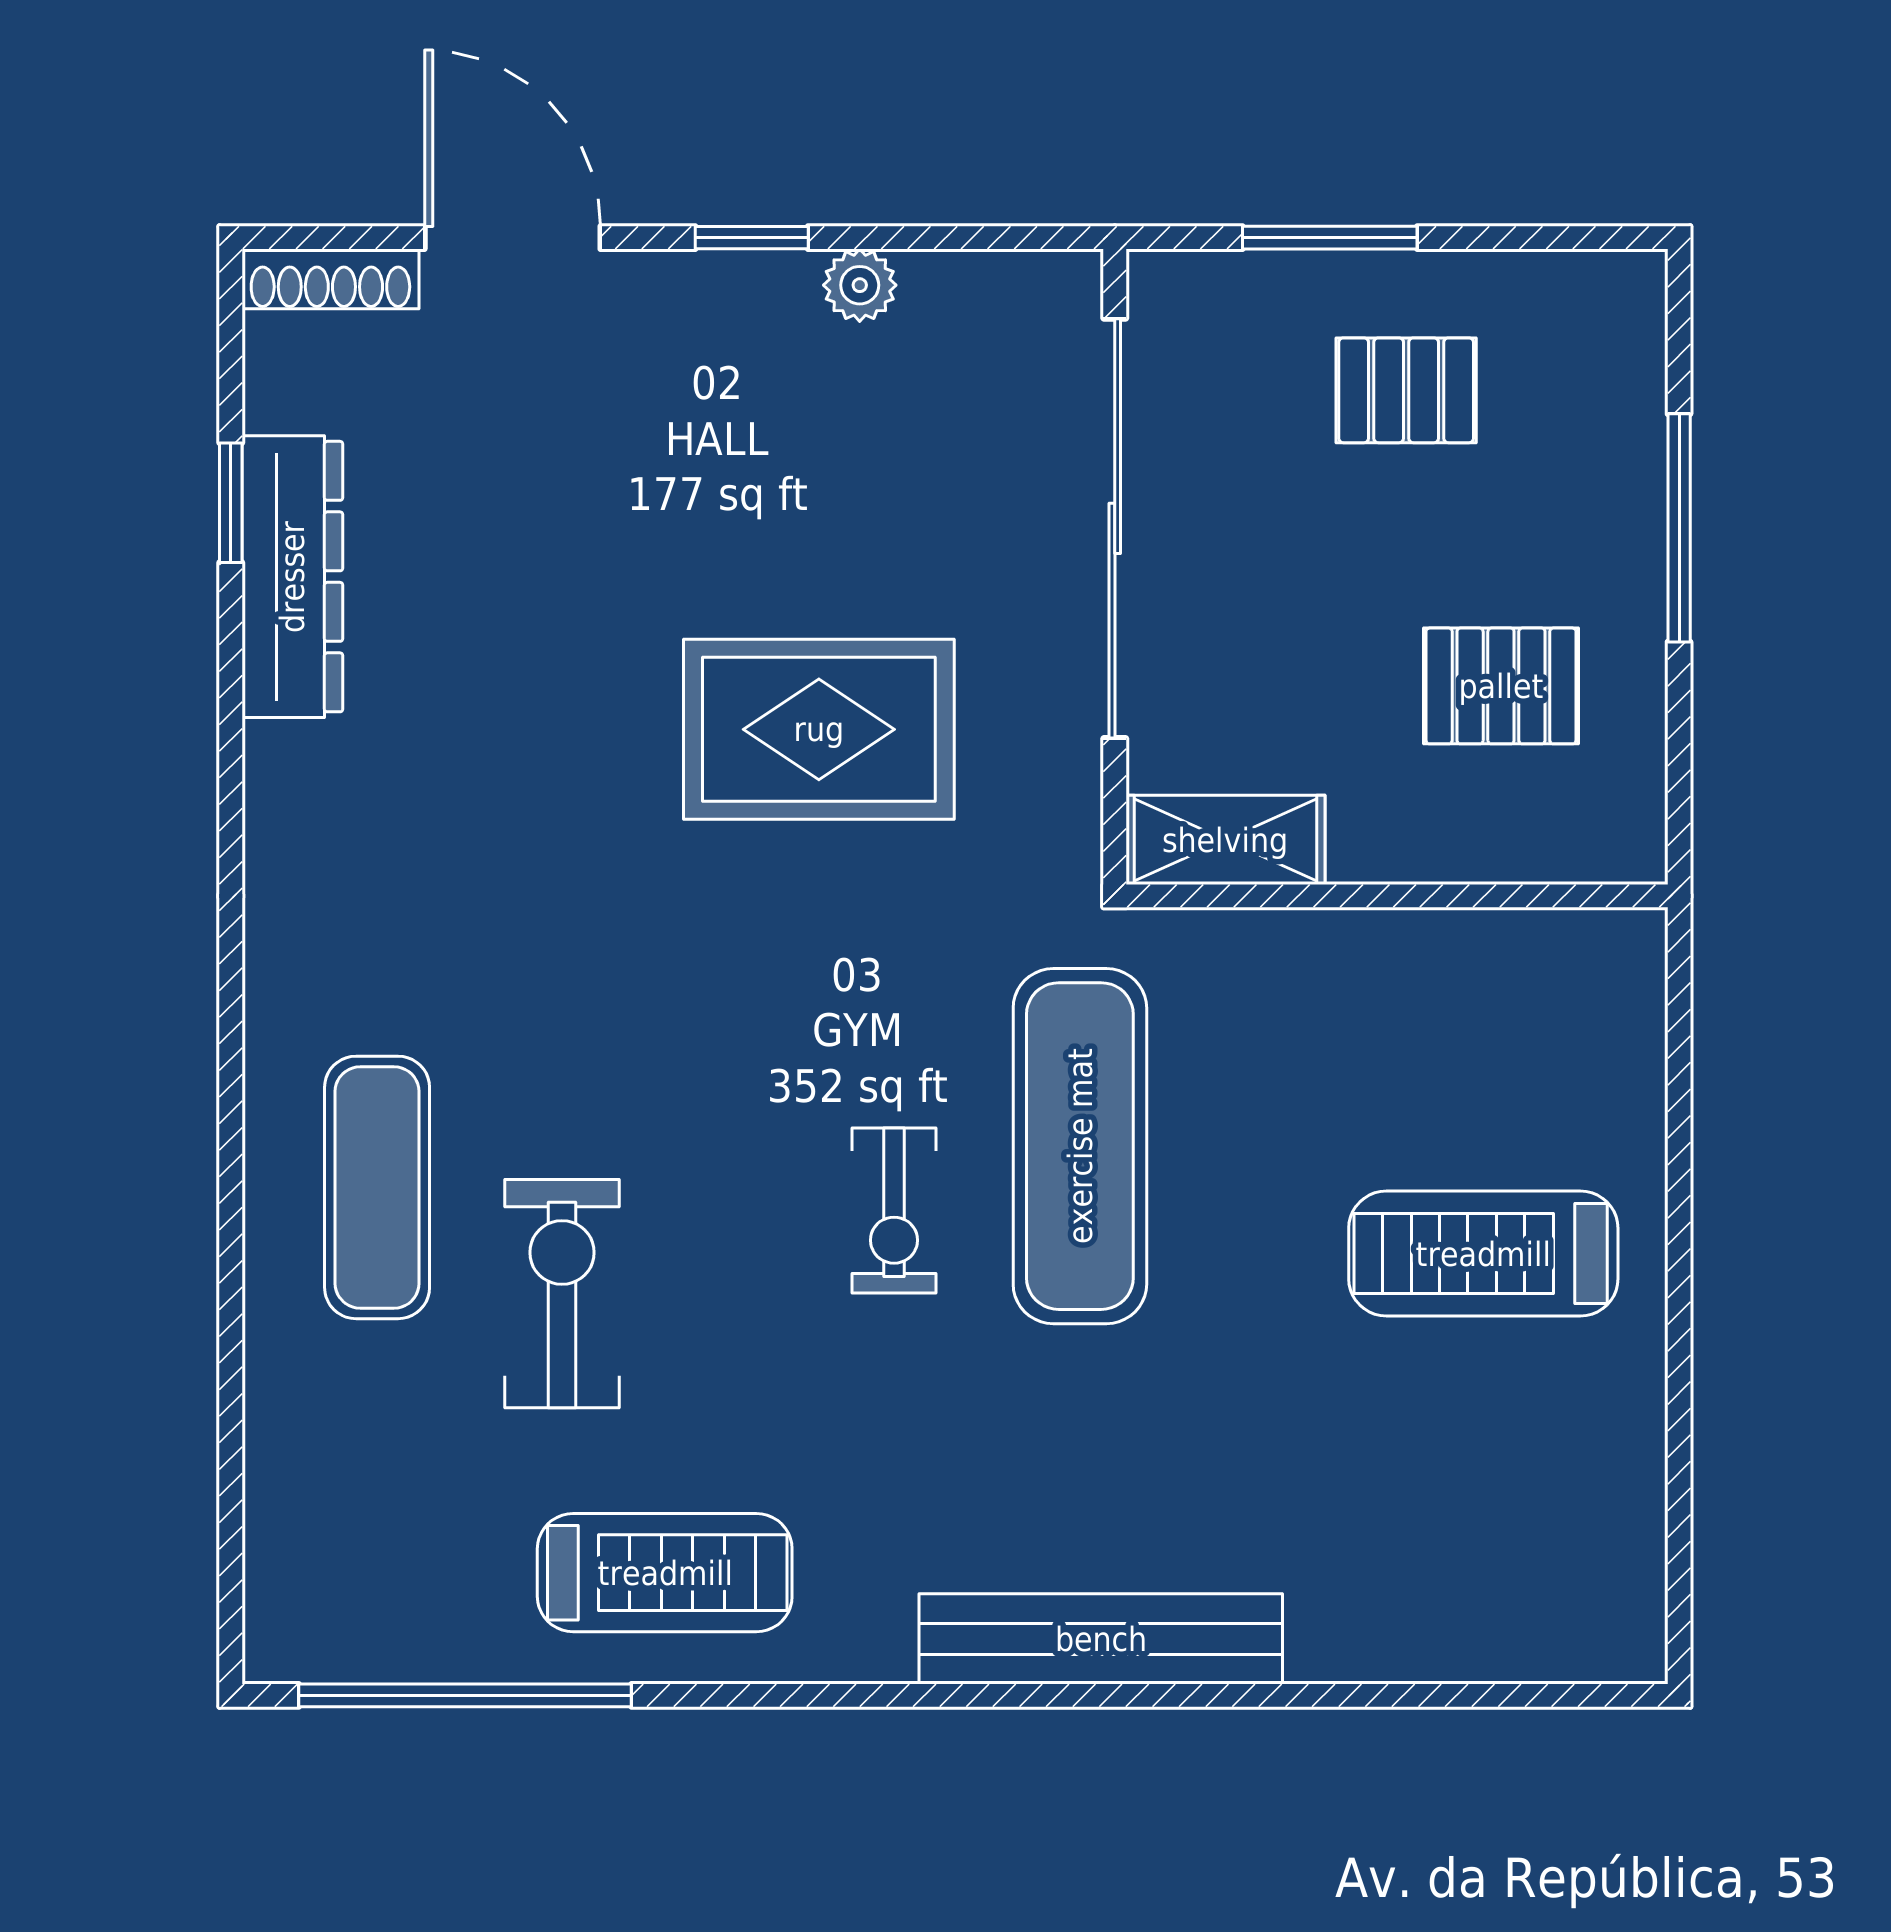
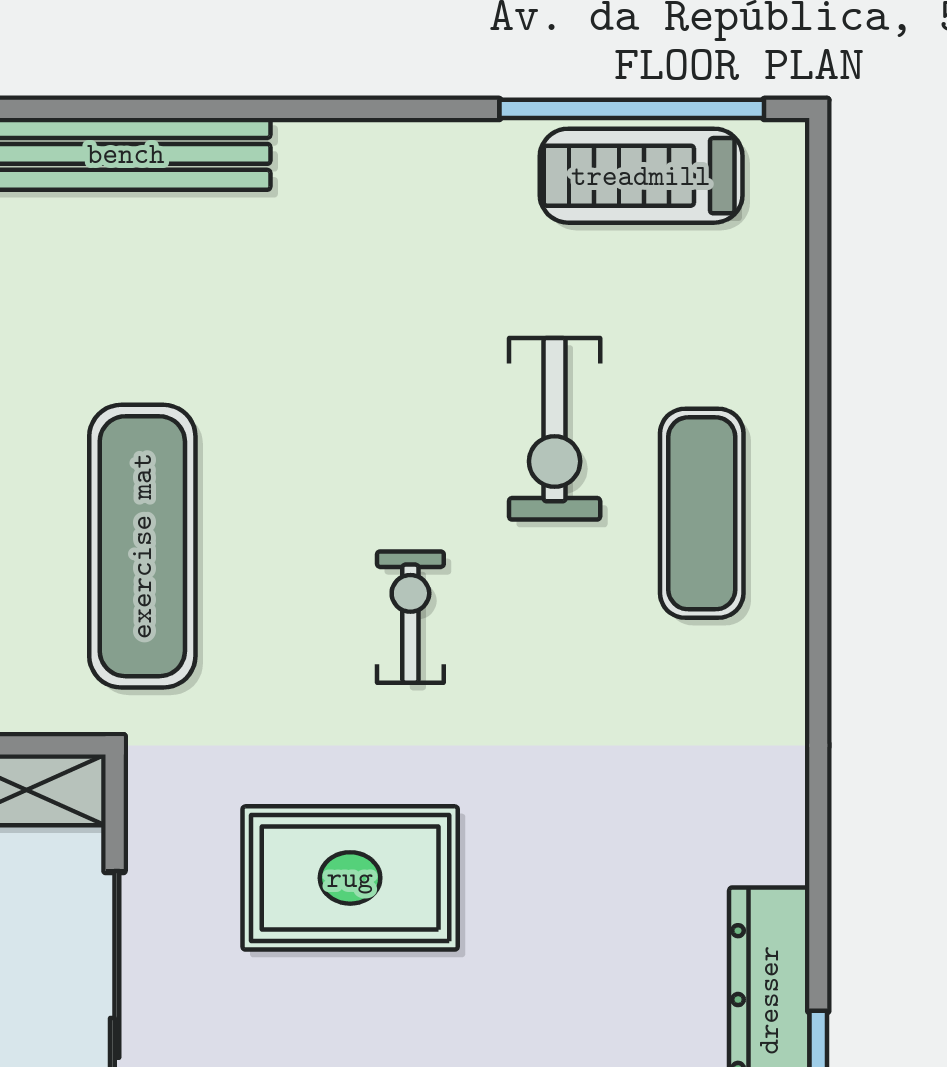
exercise bike: (894, 1210) -> (410, 617), moved
treadmill: (665, 1573) -> (641, 176), moved

